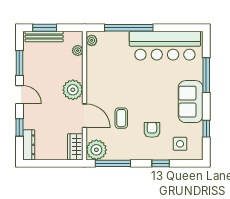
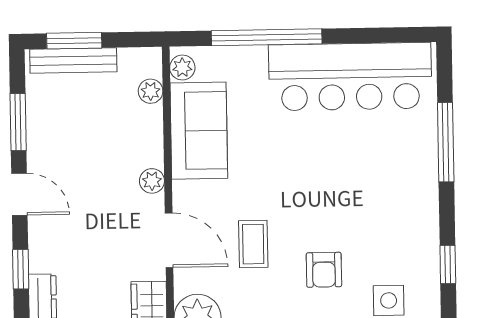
plant: (73, 90) -> (152, 181), width x0.53, depth x0.53
sofa: (191, 102) -> (199, 131), moved, turned 180
armchair: (152, 130) -> (324, 270), turned 180

